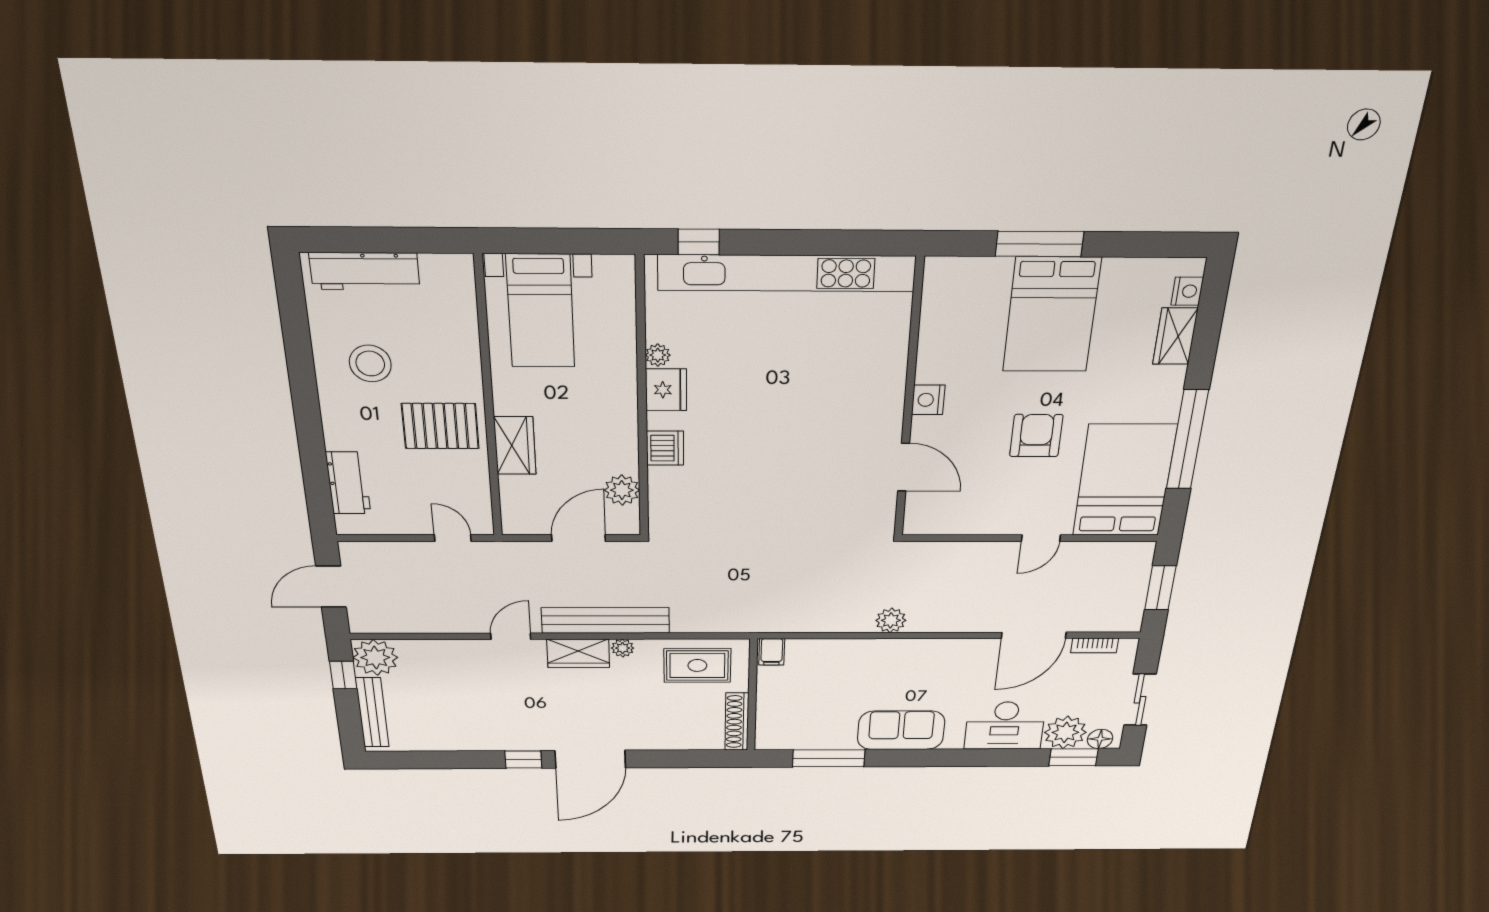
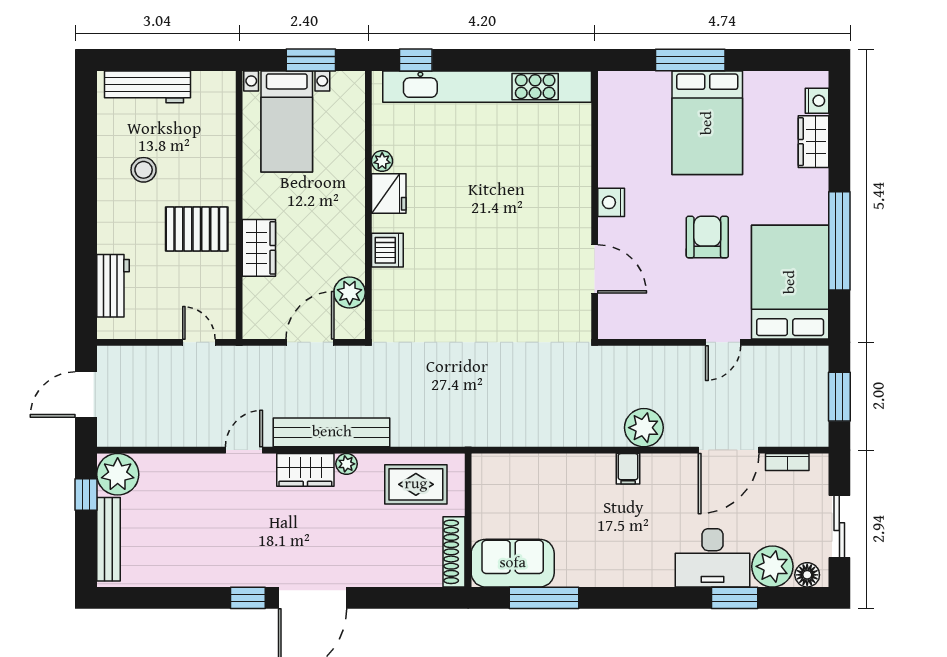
window: (567, 241) -> (311, 60), added
stool: (370, 364) -> (144, 170), width x0.73, depth x0.73
plant: (891, 620) -> (644, 428), moved, width x1.36, depth x1.36
filing cabinet: (772, 652) -> (628, 469), moved
sofa: (901, 730) -> (513, 563), moved
window: (1073, 757) -> (735, 598), moved

